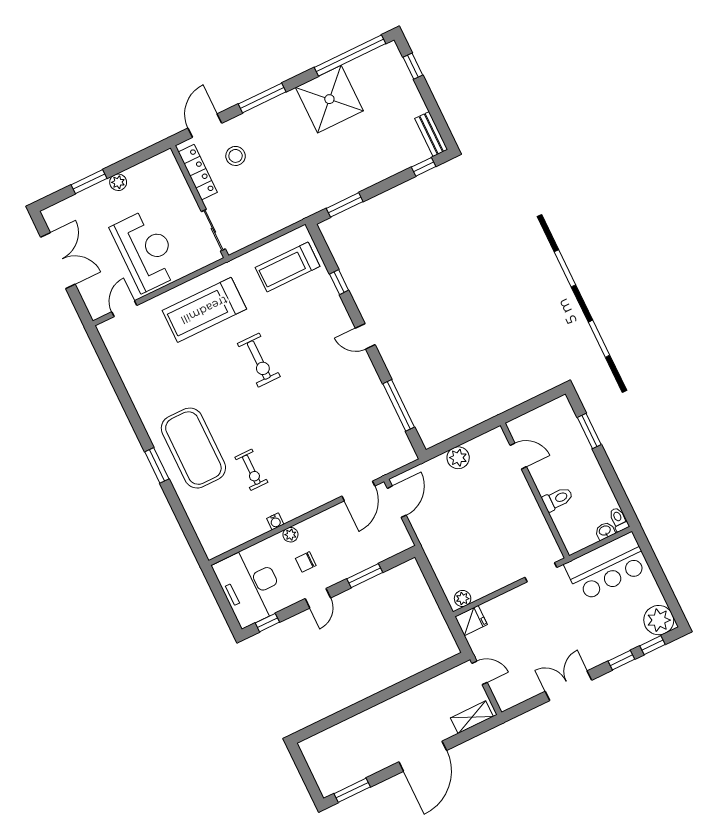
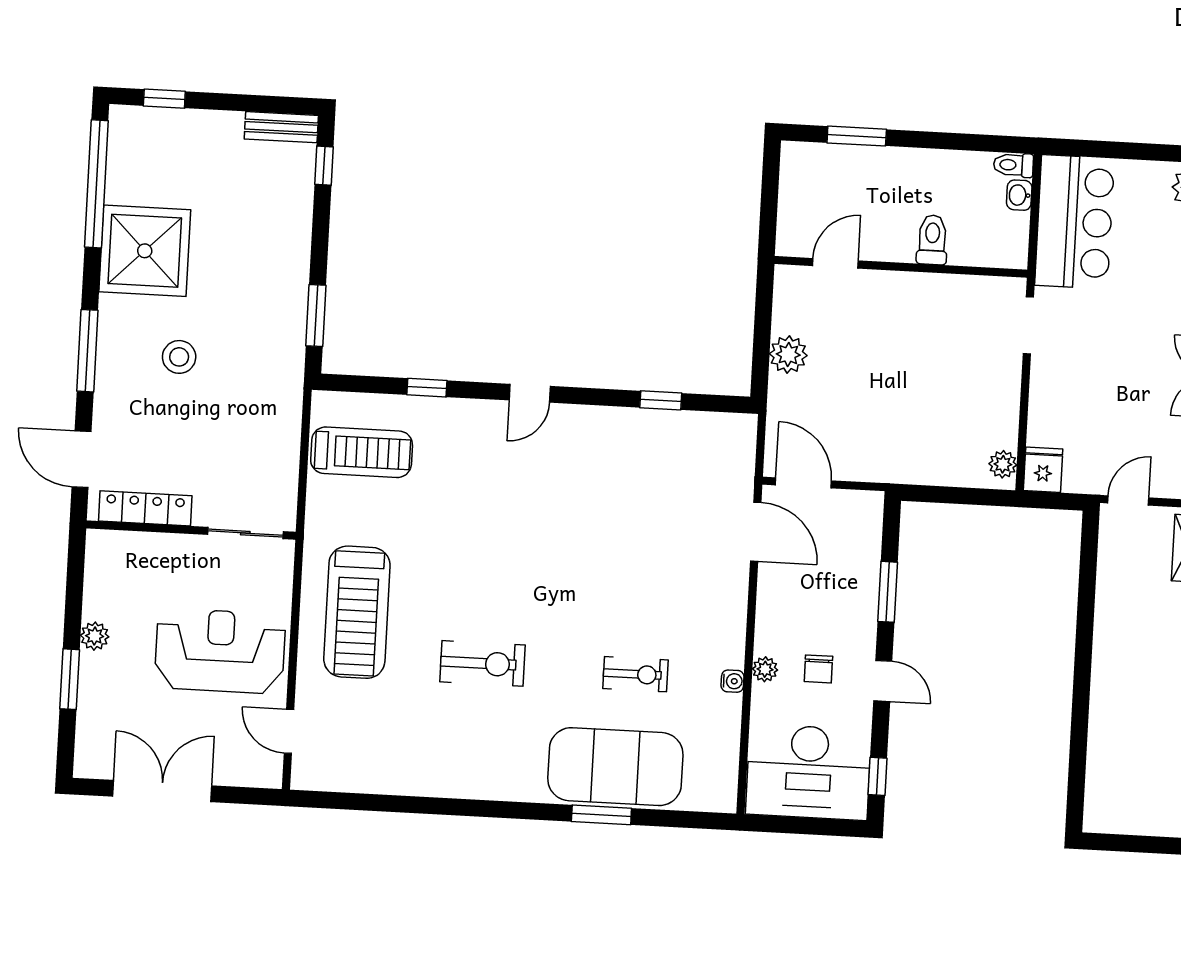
stool: (236, 156) -> (179, 357), moved
treadmill: (288, 267) -> (362, 452), turned -90
exercise bike: (259, 360) -> (482, 663), moved
window: (399, 405) -> (661, 400), width x0.46
exercise mat: (193, 448) -> (615, 767), moved
window: (157, 465) -> (601, 815), moved

